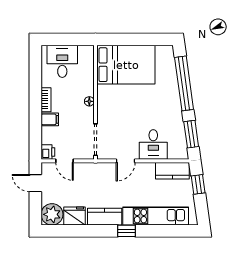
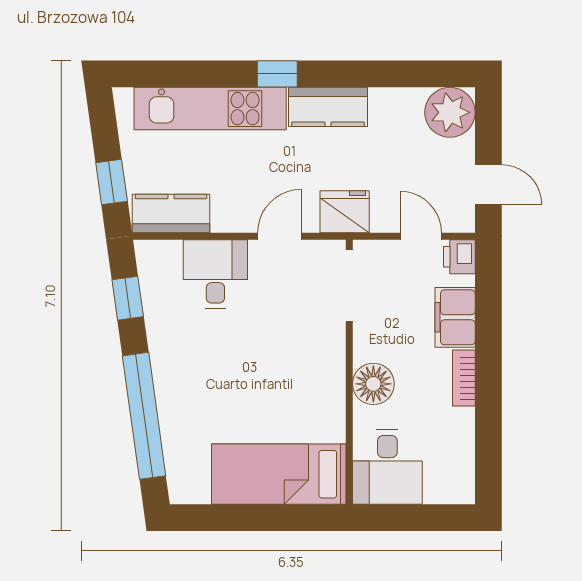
desk: (62, 61) -> (387, 467), moved
bed: (126, 65) -> (279, 474), width x0.67
floor lamp: (89, 101) -> (373, 384), width x1.89, depth x1.89
filing cabinet: (50, 119) -> (455, 317), width x2.00
window: (191, 134) -> (128, 298), width x0.67
fridge: (75, 216) -> (345, 212), moved, turned 180

